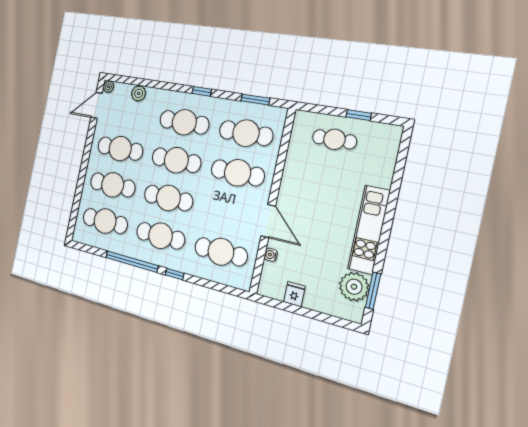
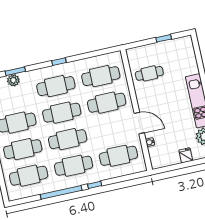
window: (255, 99) -> (15, 71), moved
cafe table: (334, 139) -> (149, 73), moved
fridge: (294, 294) -> (186, 155), moved

